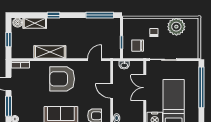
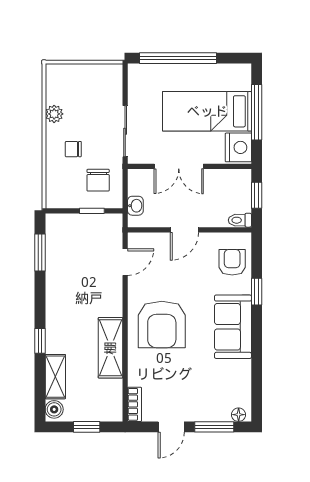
window: (100, 15) -> (40, 253), width x0.69
plant: (176, 27) -> (54, 114), width x0.53, depth x0.53
door: (95, 60) -> (125, 262), swing flipped

